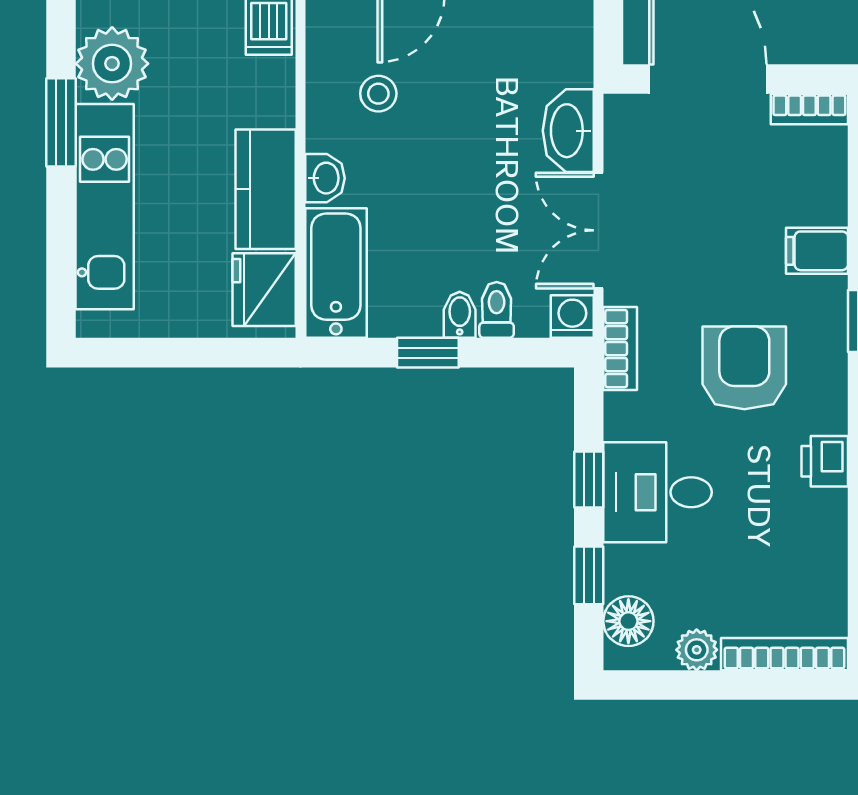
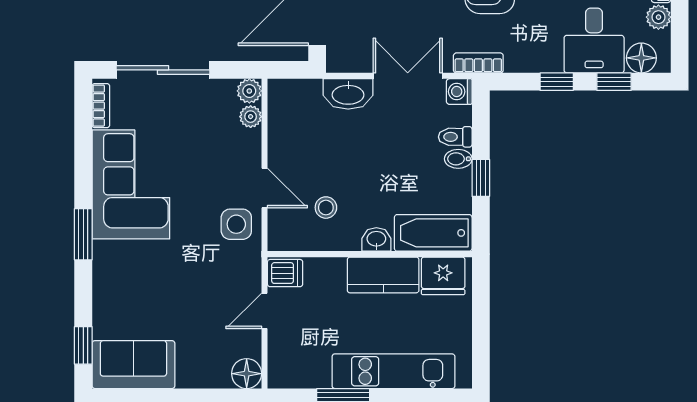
plant: (112, 64) -> (308, 367), removed
double door: (599, 230) -> (408, 76), swing flipped
desk: (658, 492) -> (594, 41), moved

